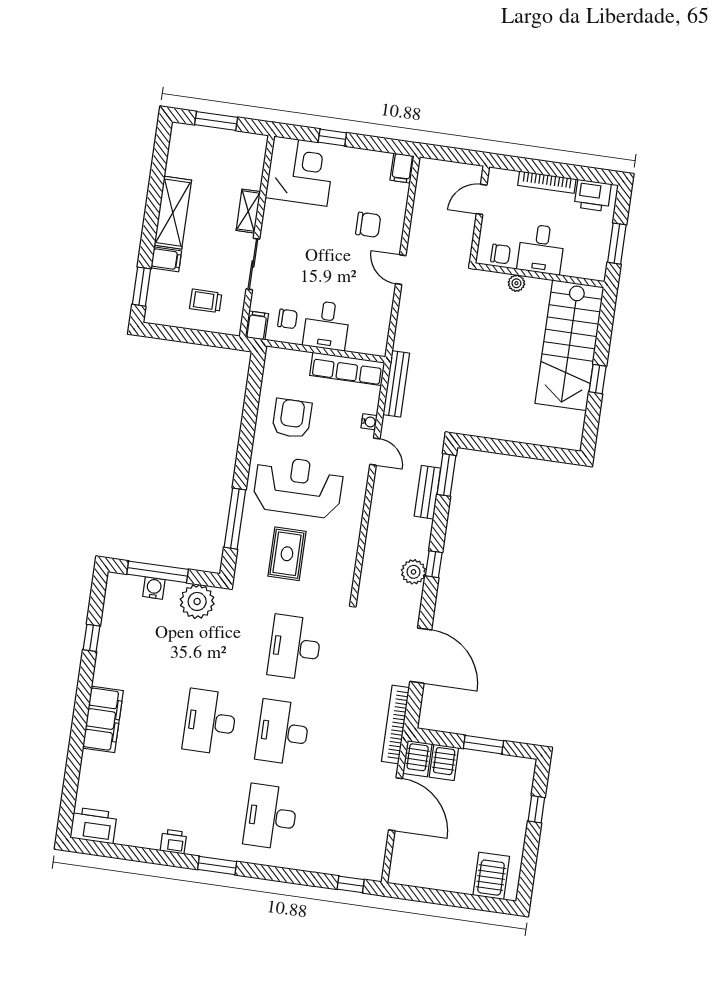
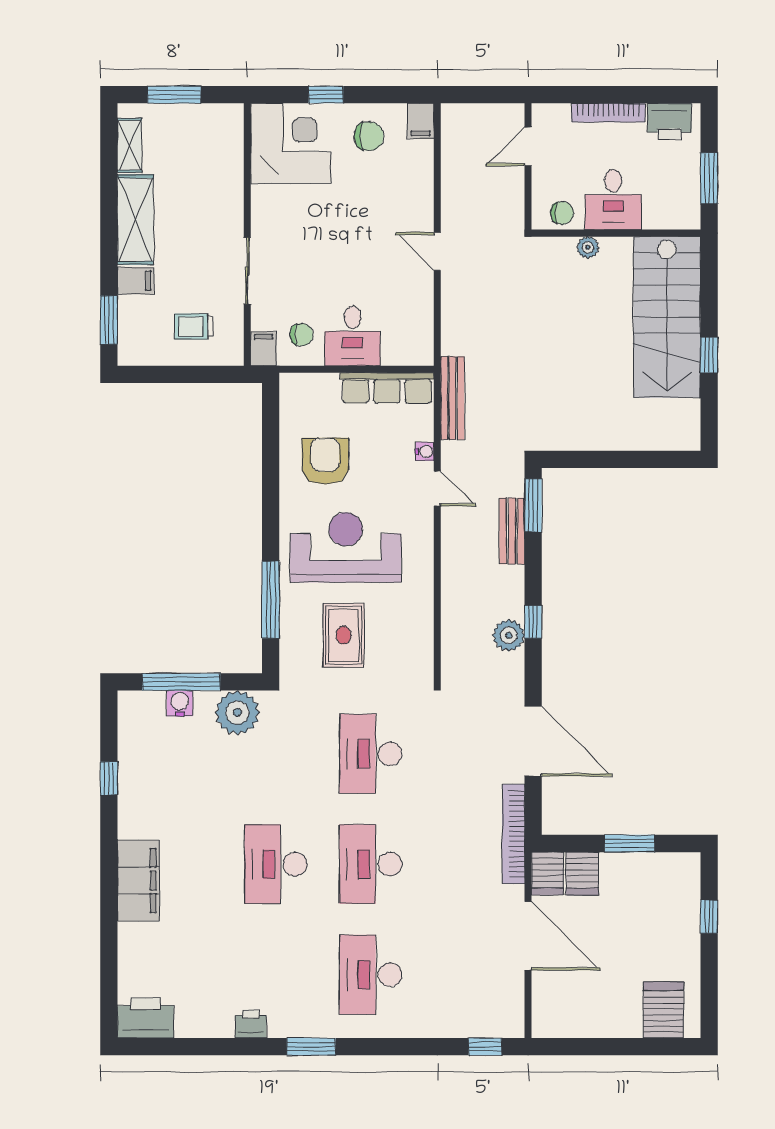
shelving: (248, 211) -> (130, 145), moved
chair: (368, 225) -> (369, 136), moved

